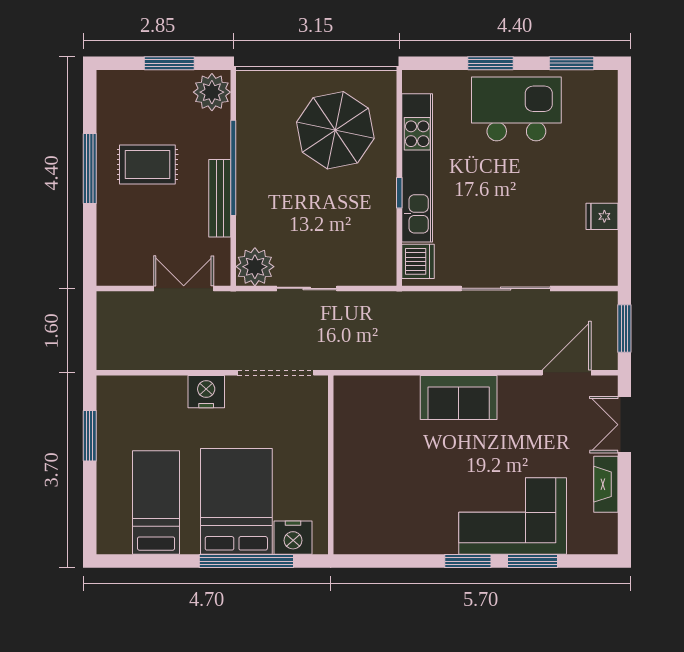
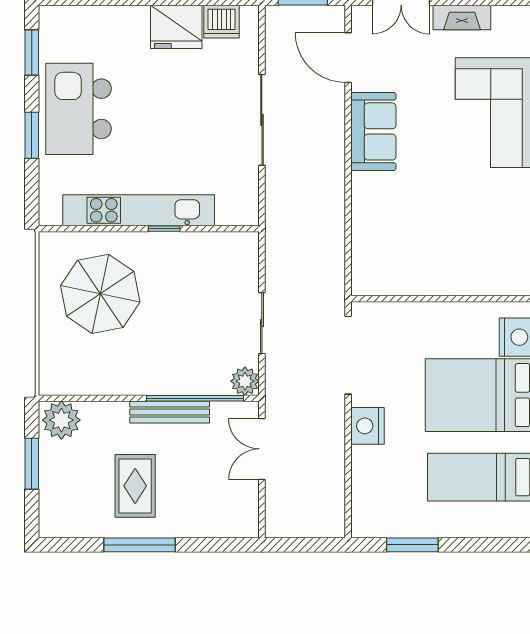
window: (233, 168) -> (195, 398), moved
fridge: (602, 216) -> (176, 27), width x1.88, depth x1.34
dishwasher: (418, 261) -> (222, 22), moved, turned 180
plant: (255, 267) -> (245, 381), width x0.73, depth x0.73
sofa: (459, 397) -> (373, 131), moved

